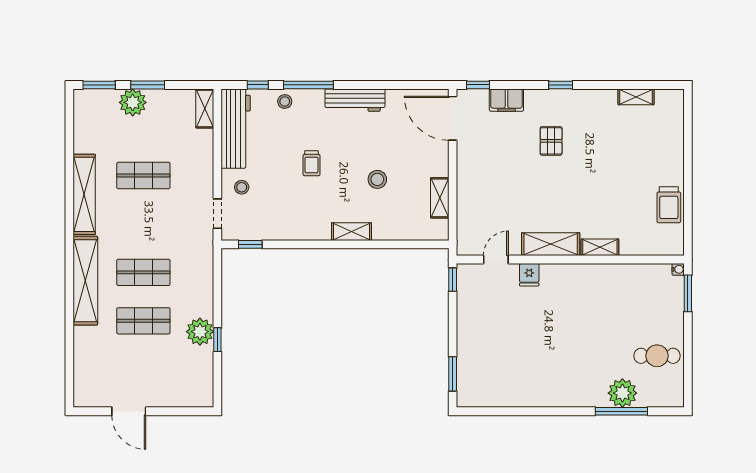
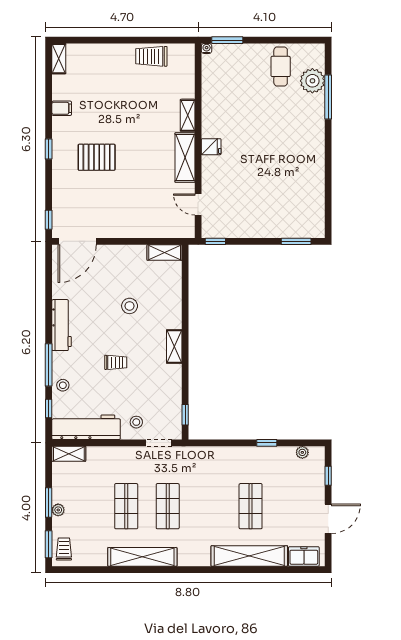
shelving: (636, 97) -> (59, 59), moved
filing cabinet: (506, 100) -> (62, 108), moved, width x0.50
plant: (133, 102) -> (58, 510), width x0.53, depth x0.53
trolley: (93, 103) -> (64, 549), added
pallet: (551, 141) -> (97, 157), width x1.50, depth x1.42
shelving: (440, 198) -> (165, 253), moved
trolley: (669, 205) -> (151, 56), turned 180
shelving: (351, 232) -> (174, 347), moved
shop shelf: (143, 272) -> (168, 506), moved
fridge: (529, 275) -> (211, 147), moved
shelving: (85, 281) -> (249, 556), moved
plant: (200, 332) -> (302, 452), moved, width x0.53, depth x0.53
freezer: (85, 383) -> (304, 556), added
plant: (622, 393) -> (312, 81), moved
window: (179, 411) -> (328, 476), added

